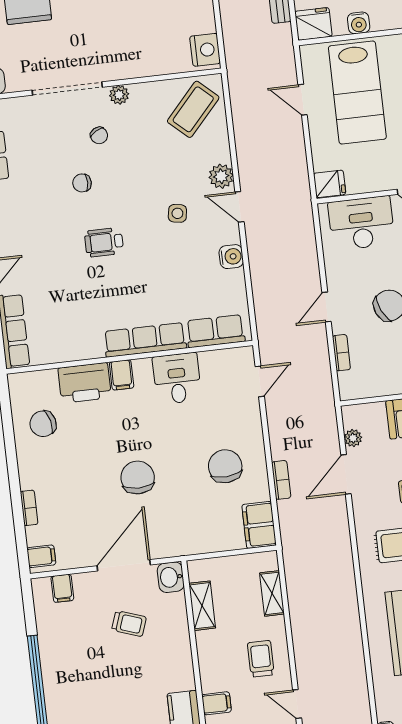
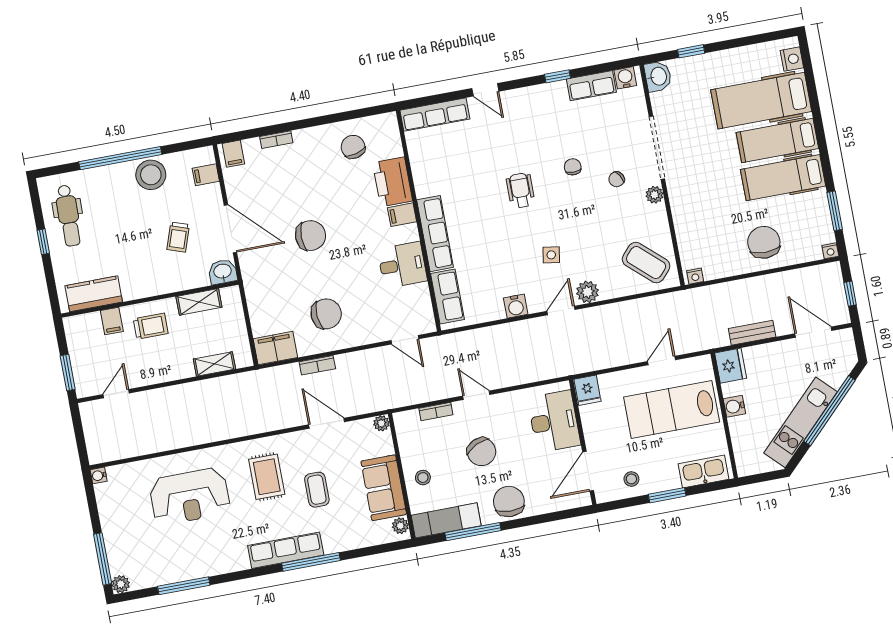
nightstand: (205, 50) -> (695, 276), width x0.53, depth x0.56
plant: (353, 438) -> (381, 423), moved
stool: (58, 649) -> (151, 175), added
trolley: (261, 659) -> (151, 326), moved

